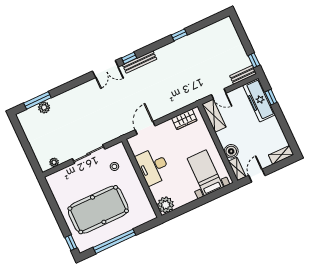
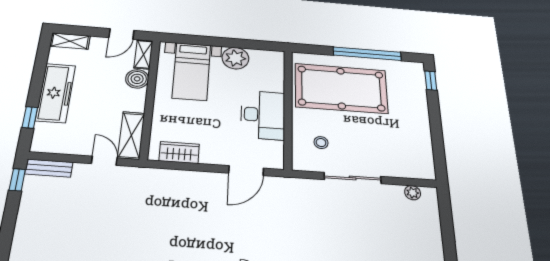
freezer: (259, 100) -> (56, 93), moved
plant: (166, 205) -> (235, 58), moved
pool table: (98, 210) -> (341, 88), moved

